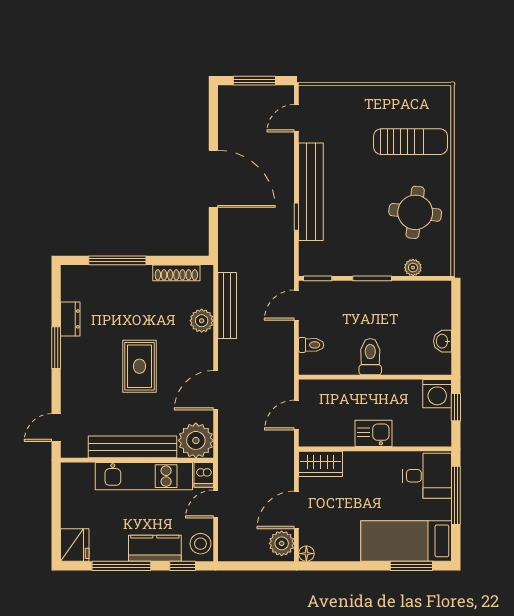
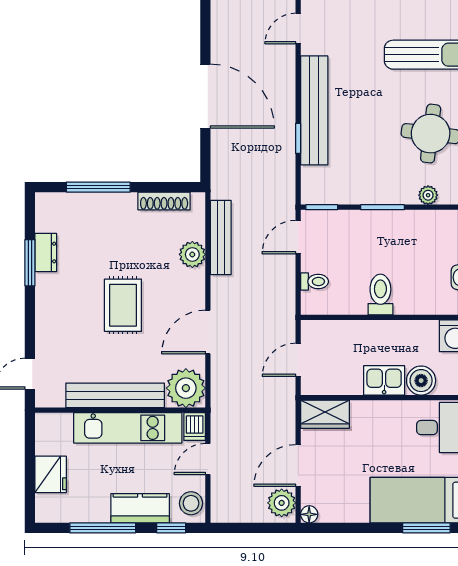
window: (56, 348) -> (30, 263), moved
boiler: (407, 434) -> (421, 381), added
fridge: (75, 545) -> (51, 474), moved

